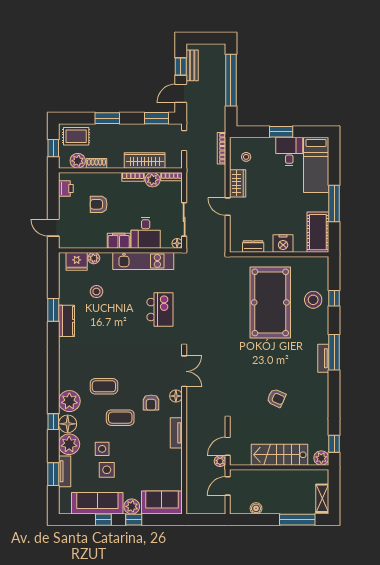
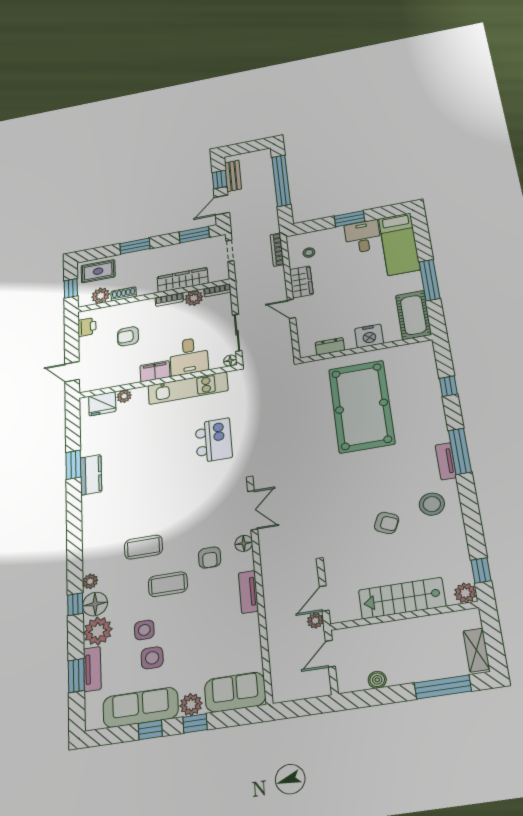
stool: (96, 292) -> (129, 434), removed
stool: (313, 300) -> (432, 504), moved
plant: (69, 401) -> (90, 581), width x0.53, depth x0.53

